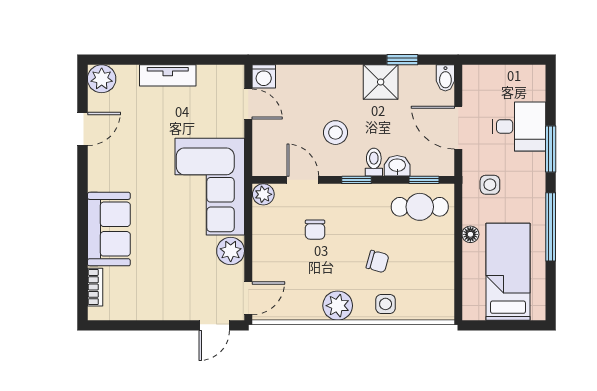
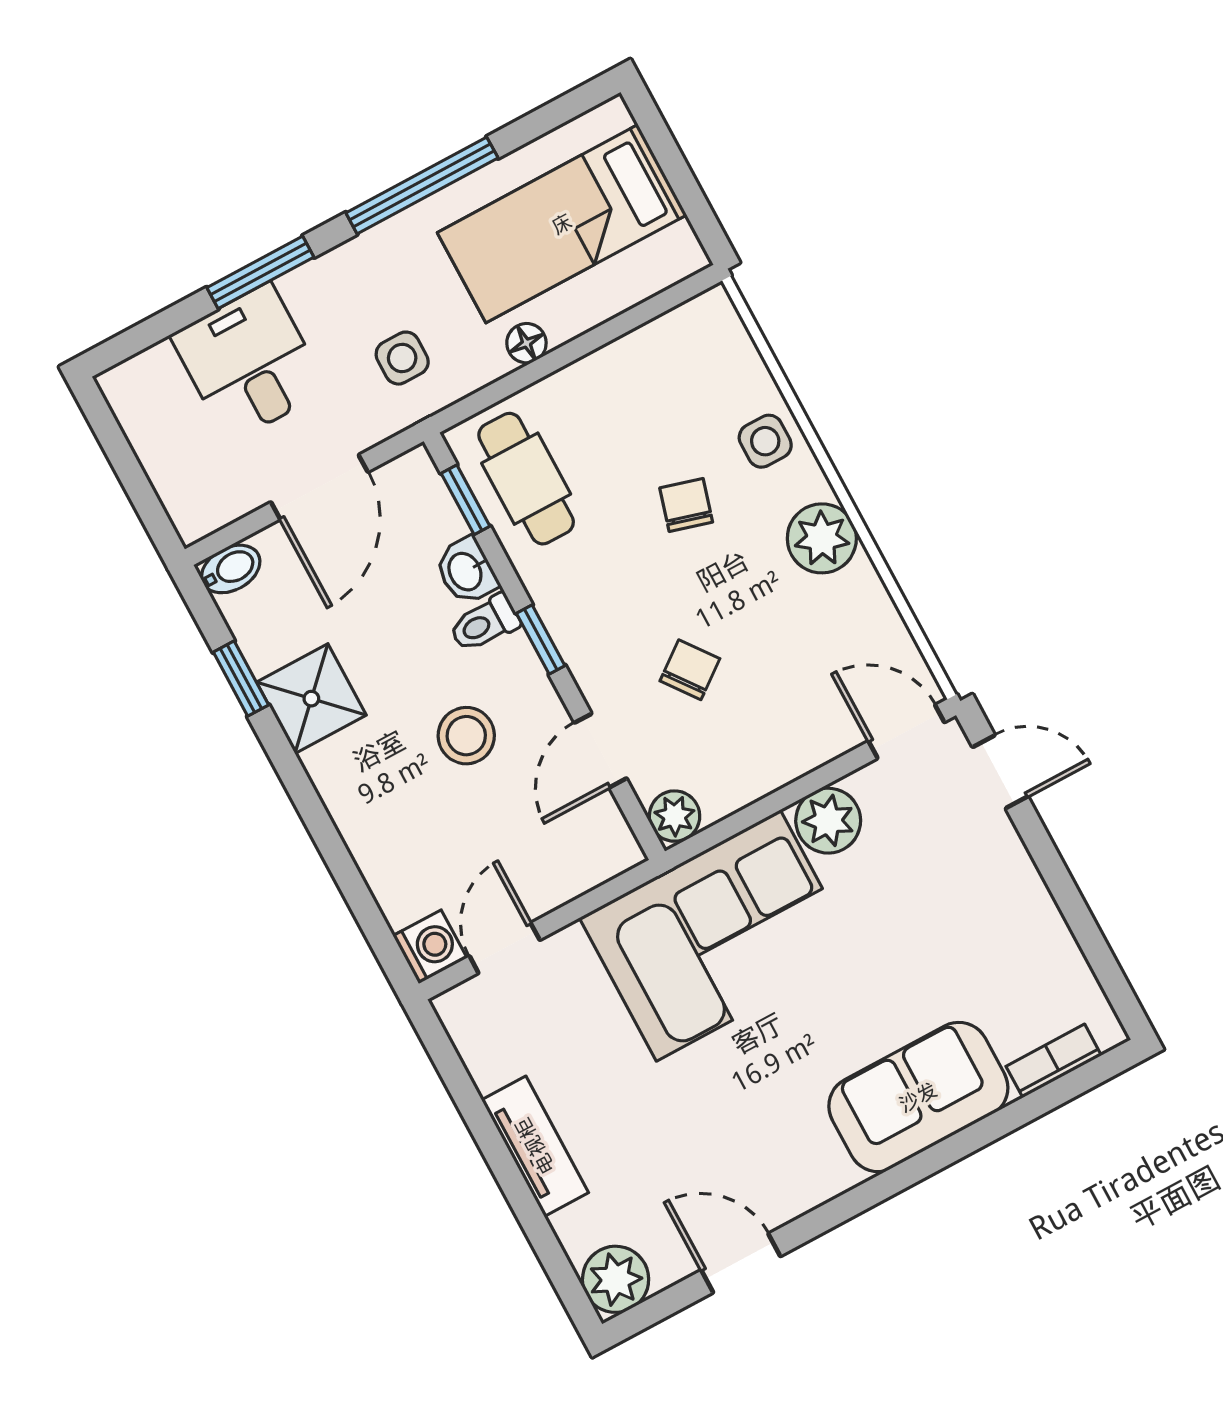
chair: (315, 230) -> (690, 670), turned -37

